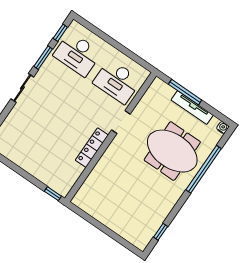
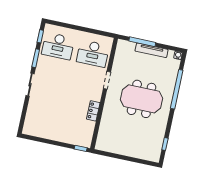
locker: (92, 148) -> (93, 111), width x0.66
meeting table: (172, 151) -> (141, 99), moved

